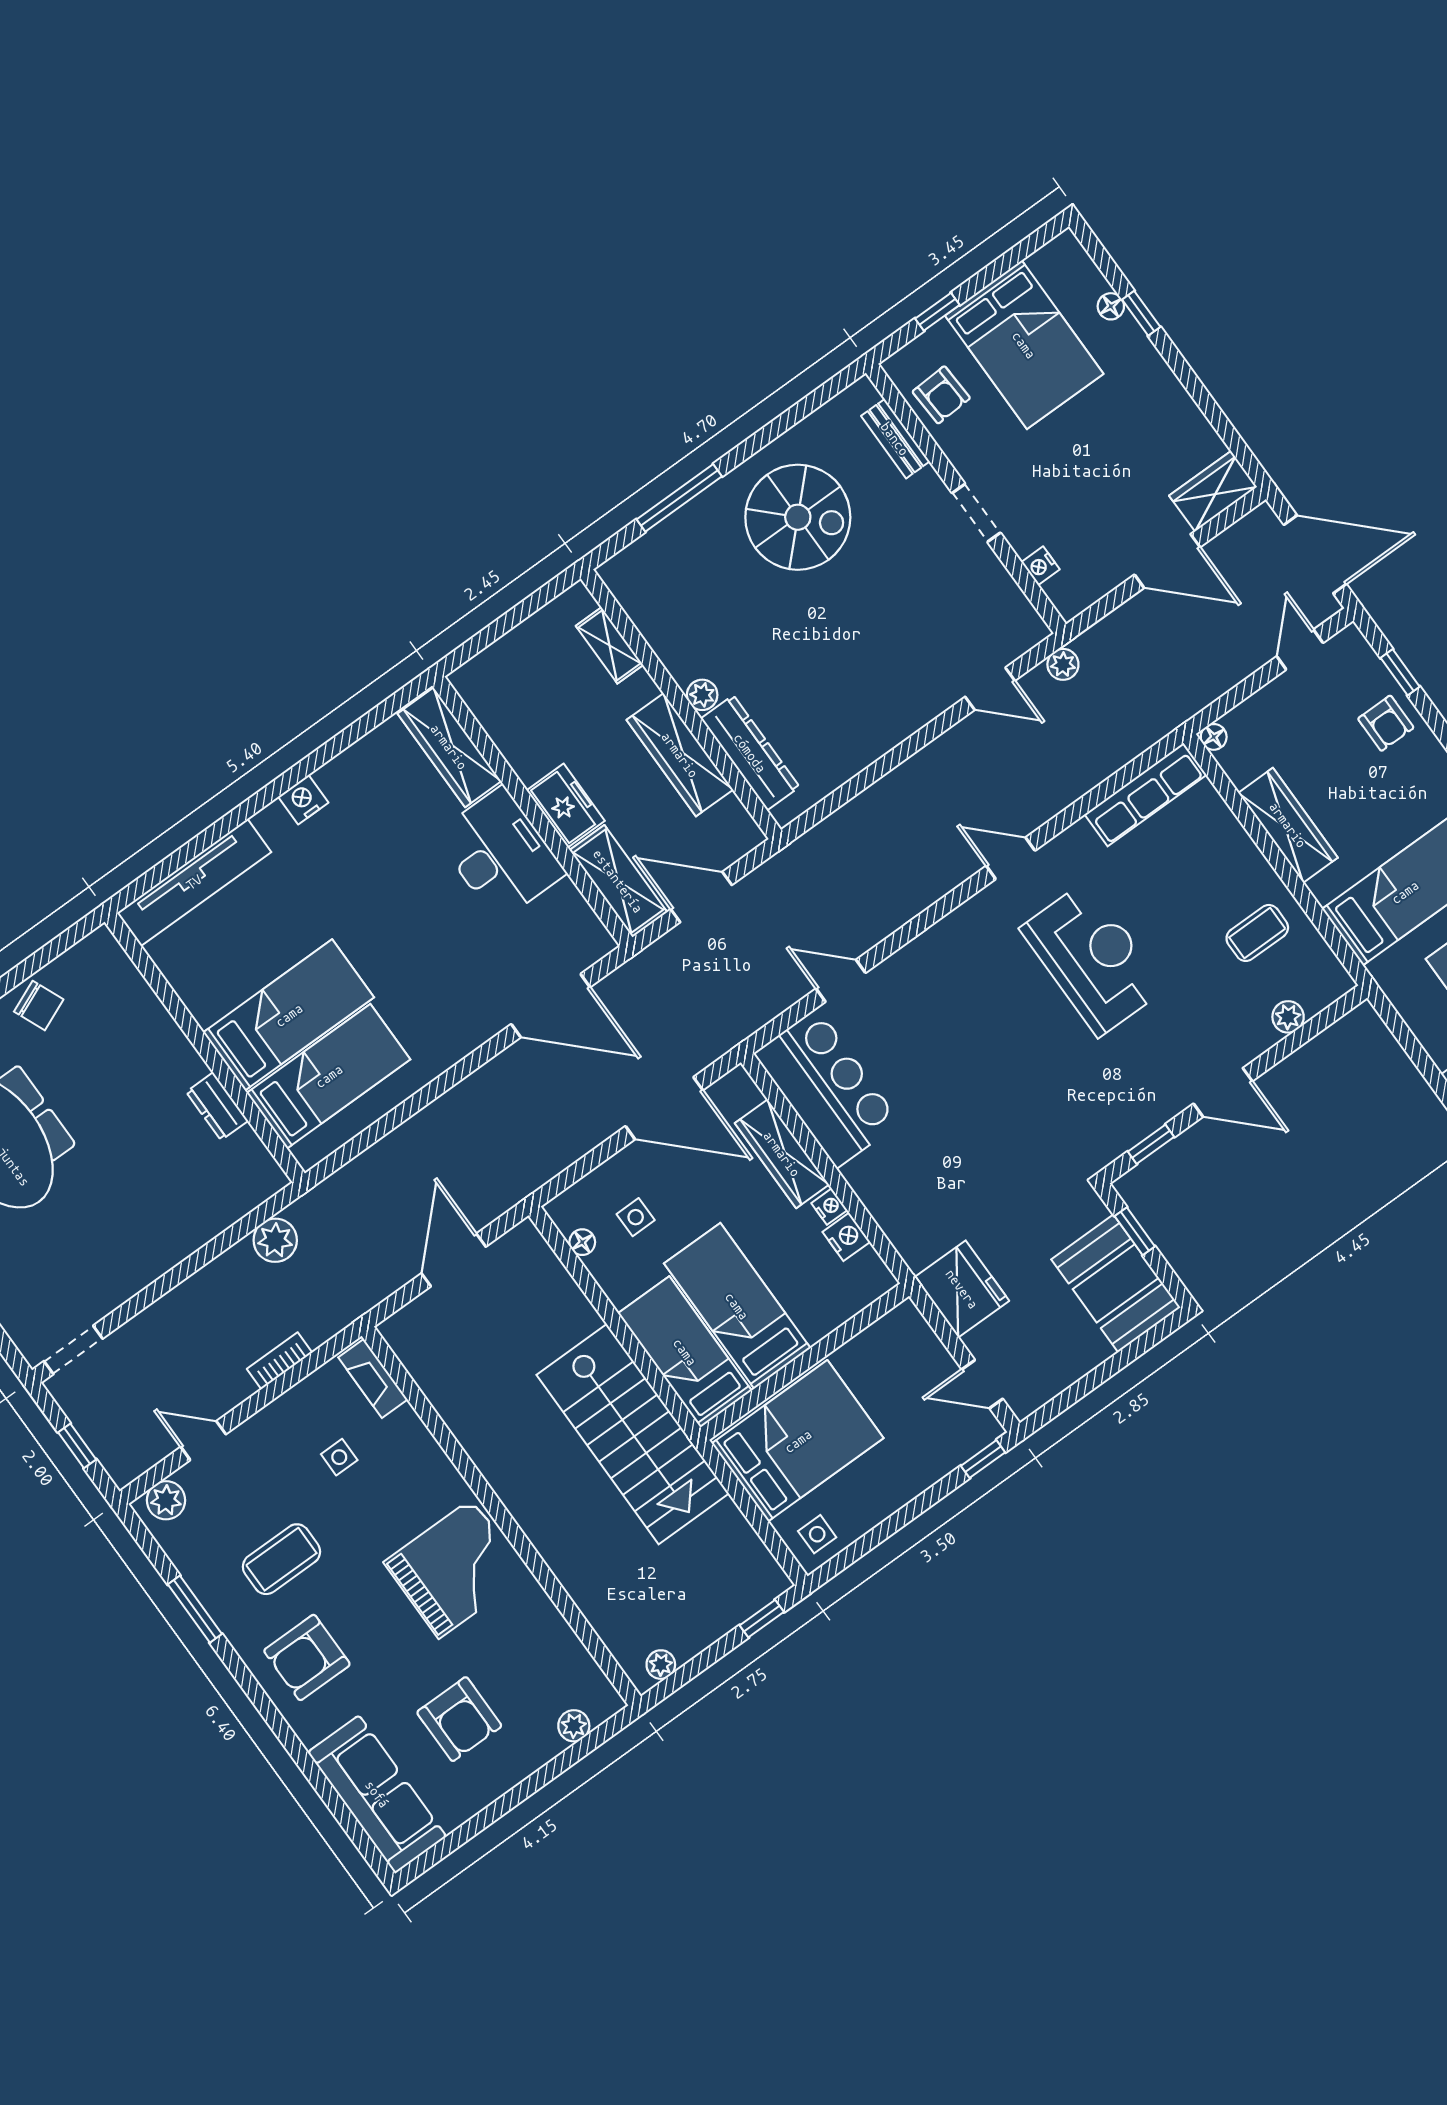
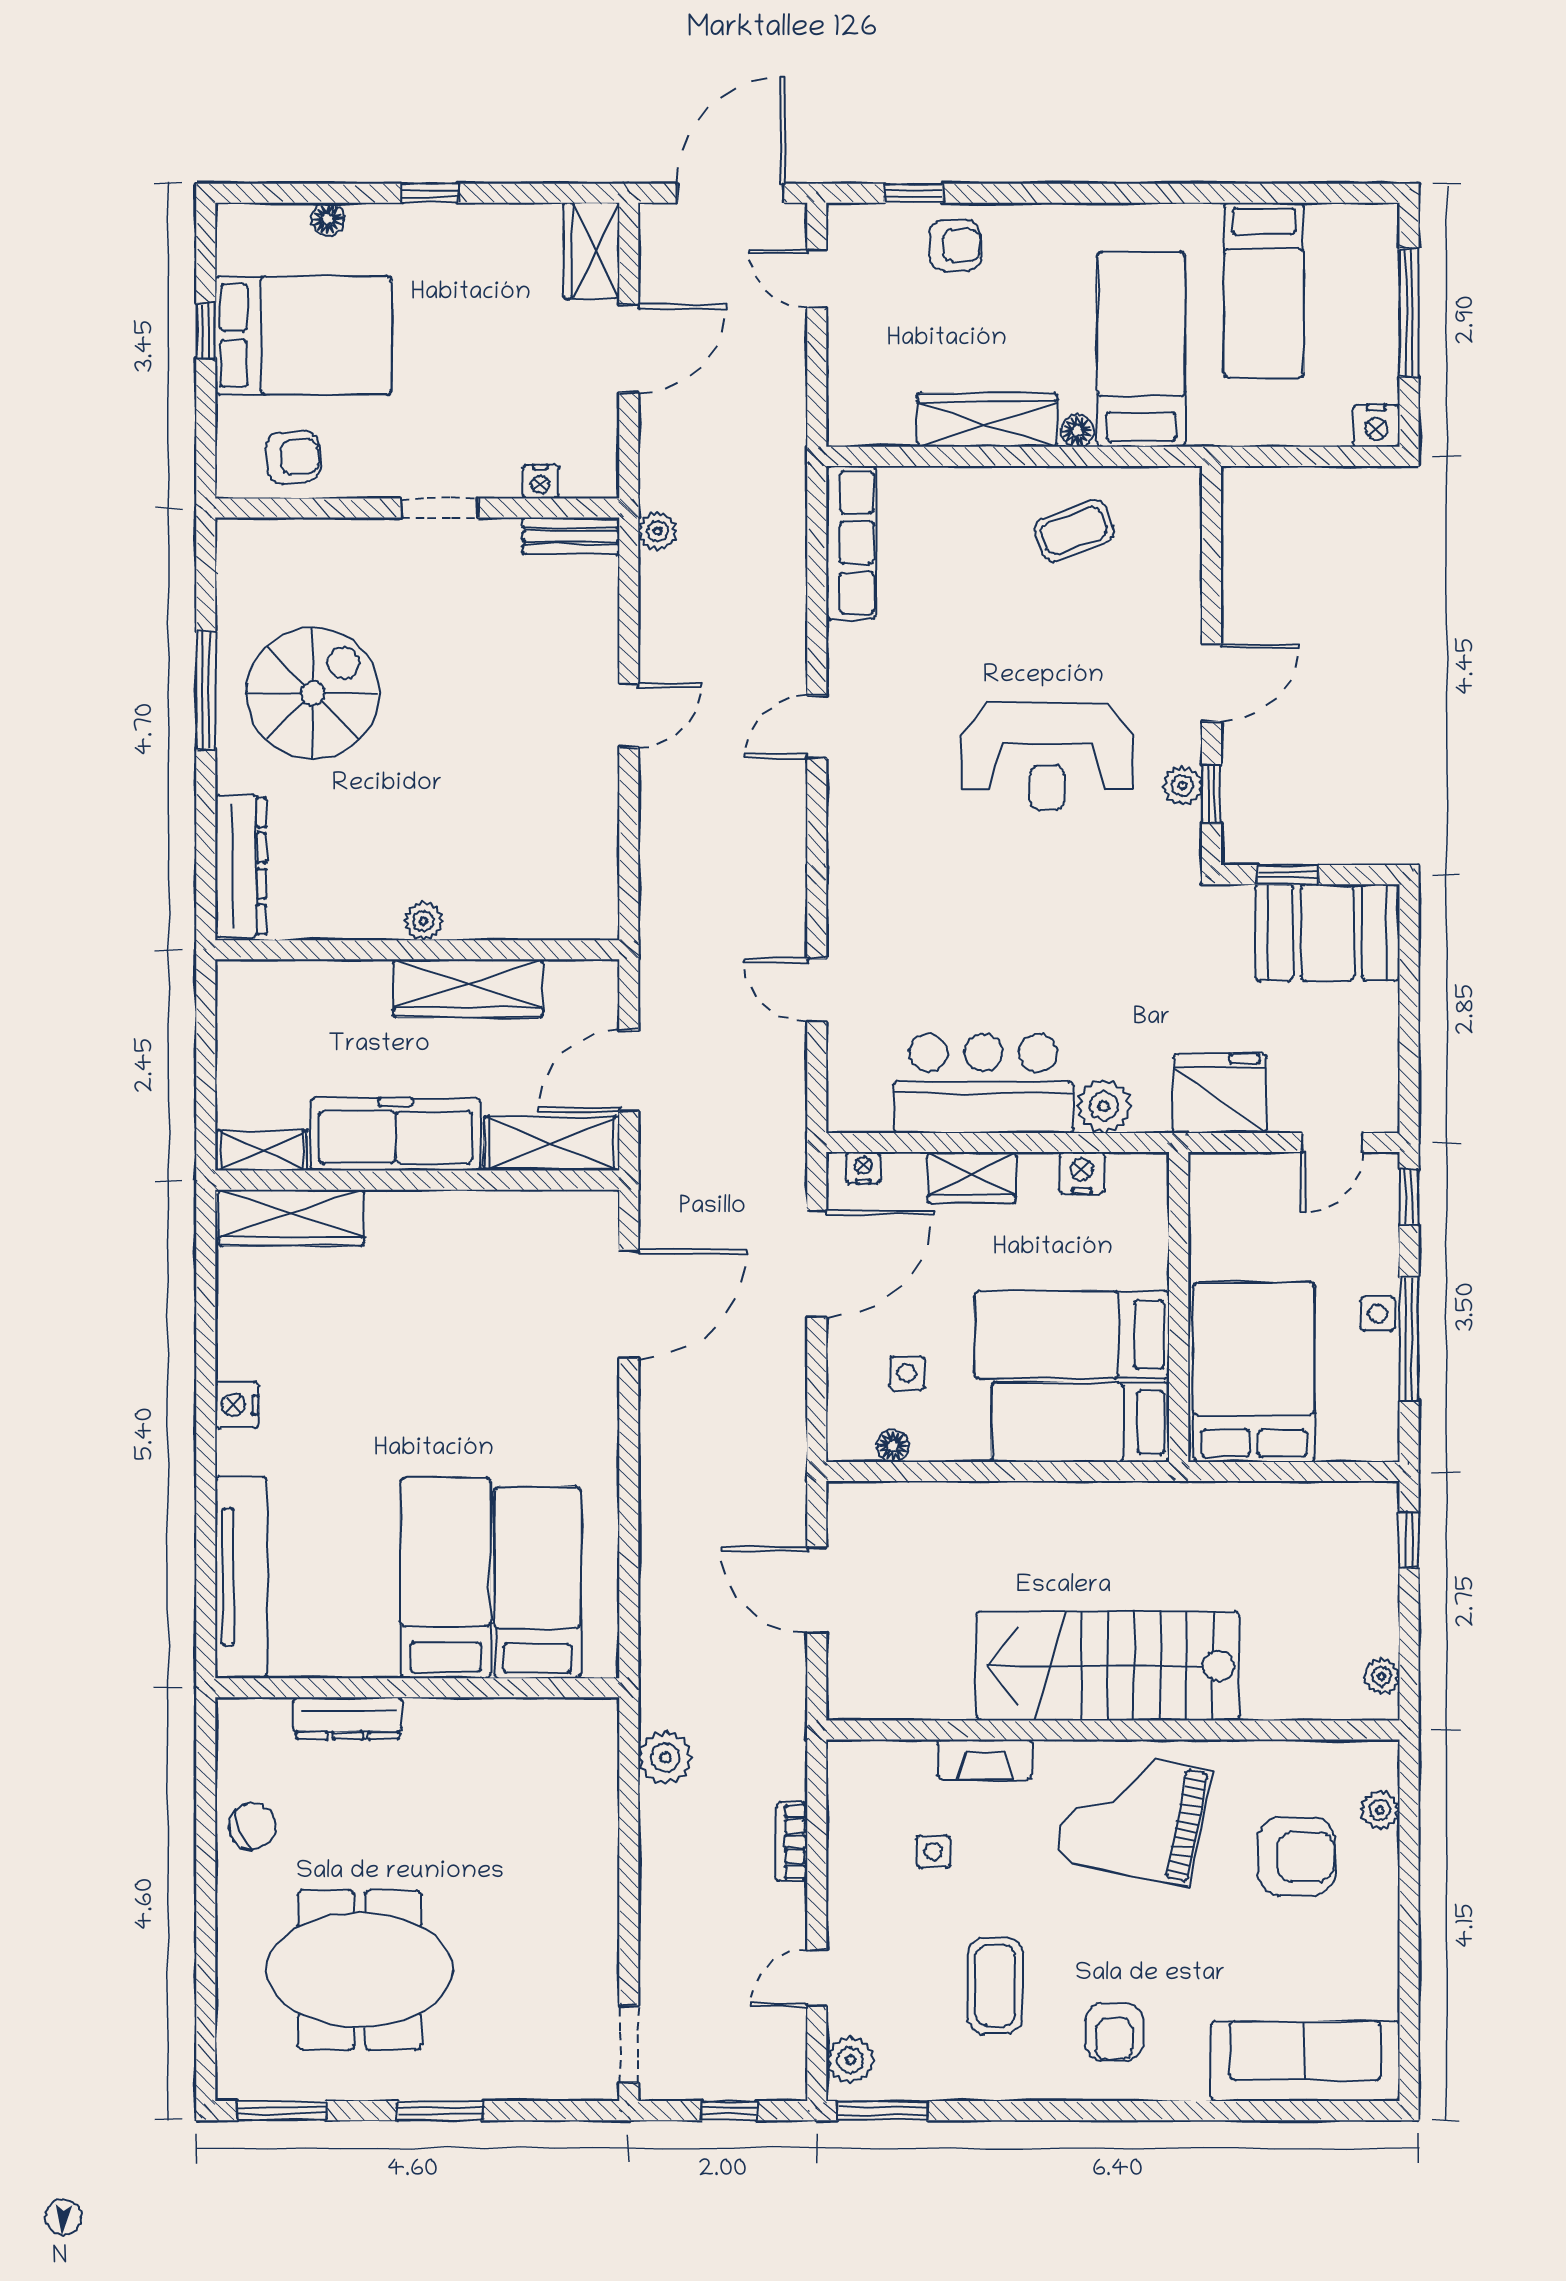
window: (937, 312) -> (206, 331), moved
window: (1141, 313) -> (430, 193), moved
bench: (895, 439) -> (571, 536), moved
window: (679, 498) -> (206, 690), moved
shelving: (609, 645) -> (262, 1151), moved
door: (990, 689) -> (629, 716), moved
floor lamp: (1214, 737) -> (1077, 431), moved
dresser: (750, 753) -> (241, 866), moved, turned 90
freezer: (566, 806) -> (395, 1134), width x1.91, depth x1.26
desk: (500, 854) -> (437, 1244), removed
coffee table: (1257, 933) -> (1074, 531), turned 70
reception desk: (1093, 959) -> (1047, 756), moved, turned 180
door: (841, 981) -> (817, 990), hinge flipped
plant: (1288, 1017) -> (1182, 786), moved
bar counter: (827, 1088) -> (983, 1083), moved
dresser: (217, 1106) -> (348, 1718), moved, width x1.44
wardrobe: (782, 1154) -> (972, 1177), width x0.67
nightstand: (829, 1207) -> (863, 1168), moved
plant: (900, 1220) -> (1104, 1106), added
fireplace: (373, 1378) -> (985, 1759), moved
stairs: (633, 1434) -> (1108, 1666), moved, turned 180
window: (891, 1525) -> (1409, 1339), added
side table: (817, 1534) -> (1378, 1314), moved
grand piano: (455, 1569) -> (1133, 1815), turned -79
window: (195, 1609) -> (882, 2111), moved
armchair: (307, 1657) -> (1114, 2032), width x0.72, depth x0.72
armchair: (459, 1719) -> (1296, 1857), moved

